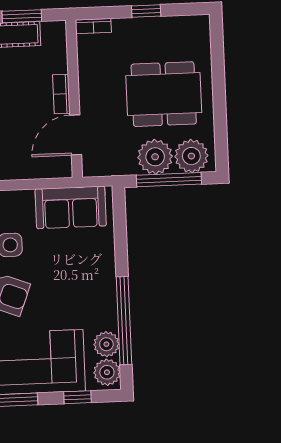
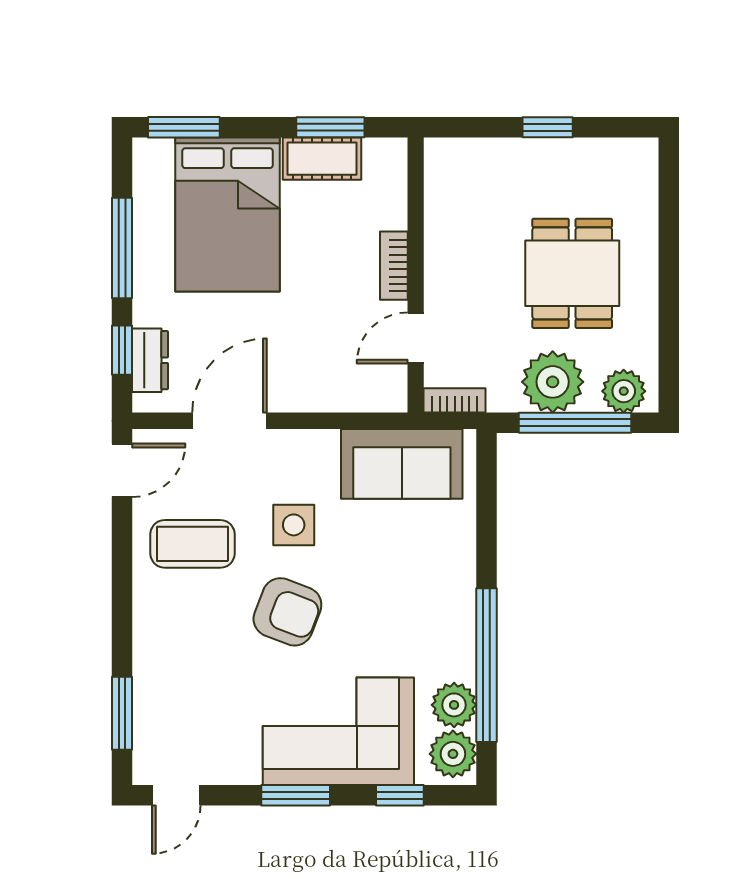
bookcase: (93, 26) -> (455, 400), moved, turned 180
dining table: (164, 94) -> (572, 273), width x0.73
door: (76, 135) -> (416, 338), width x0.73
plant: (191, 156) -> (624, 391), width x0.73, depth x0.73

